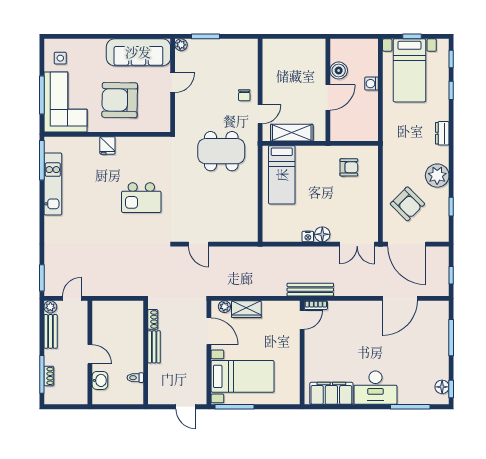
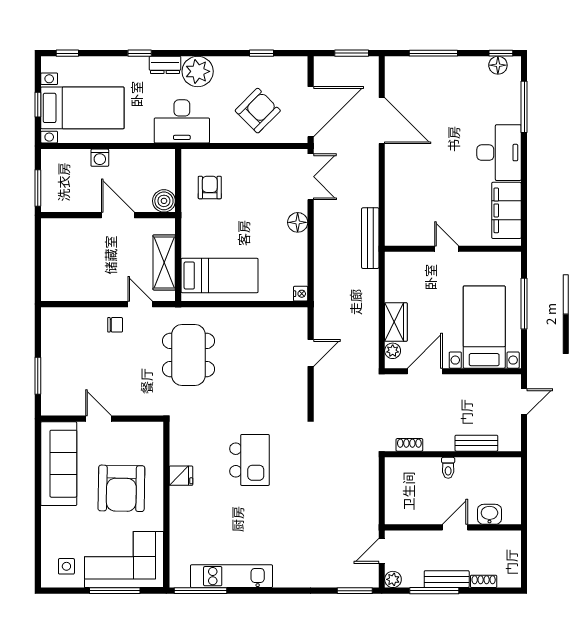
window: (349, 36) -> (38, 188), added
plant: (181, 45) -> (49, 408), removed
boiler: (339, 70) -> (164, 201), moved
window: (451, 90) -> (140, 53), moved
fridge: (107, 145) -> (181, 476), moved
desk: (399, 146) -> (182, 121), added
plant: (437, 176) -> (198, 71), moved
nightstand: (308, 237) -> (301, 294), moved
door: (199, 244) -> (311, 353), moved
window: (451, 275) -> (352, 53), width x1.50
door: (72, 298) -> (382, 551), hinge flipped
bookcase: (316, 305) -> (391, 231), removed
door: (302, 320) -> (447, 249), moved
bench: (51, 331) -> (447, 579), moved
bench: (154, 347) -> (476, 443), moved
window: (42, 374) -> (434, 591), moved
toilet: (135, 378) -> (448, 468), moved
window: (234, 407) -> (524, 304), moved

